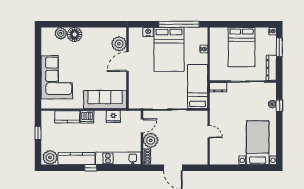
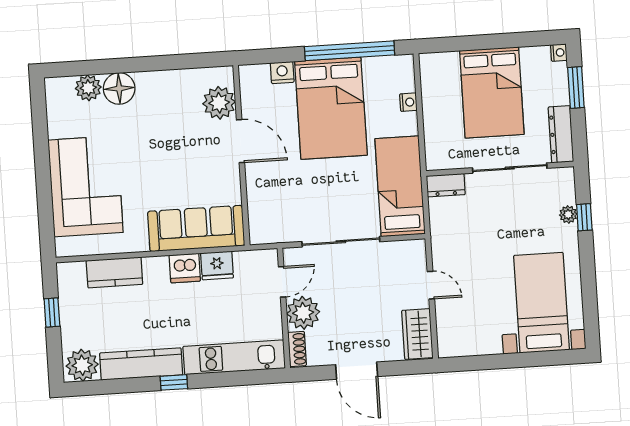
door: (127, 62) -> (241, 141), swing flipped
dishwasher: (87, 117) -> (185, 268), moved
wardrobe: (201, 153) -> (417, 334), added

